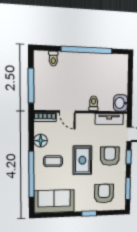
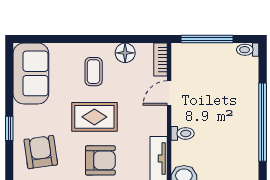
toilet: (53, 59) -> (248, 50), moved
window: (31, 174) -> (74, 39), removed
armchair: (104, 193) -> (41, 152), turned -98

